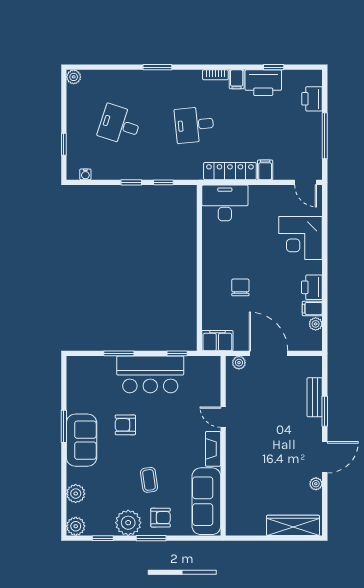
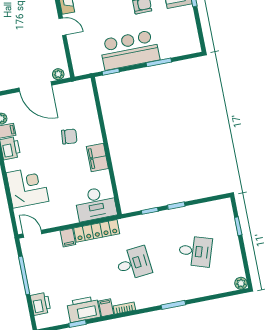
water cooler: (85, 174) -> (215, 205), removed
chair: (240, 287) -> (69, 136), turned -85
filing cabinet: (217, 341) -> (97, 157), moved, turned 90

